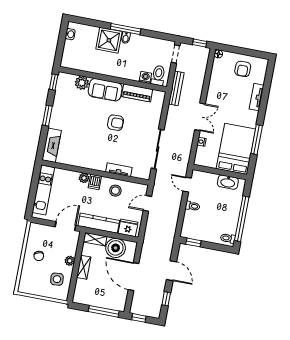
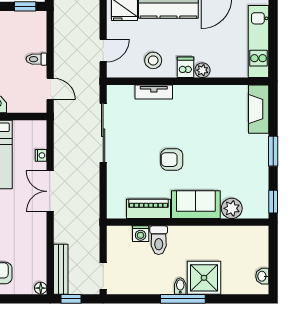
toilet: (158, 75) -> (159, 240), moved
bench: (176, 88) -> (61, 269), moved

